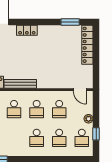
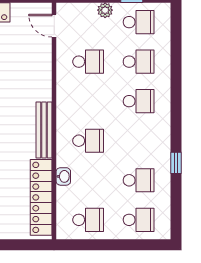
door: (80, 90) -> (54, 26), swing flipped
school desk: (37, 109) -> (88, 101), removed

